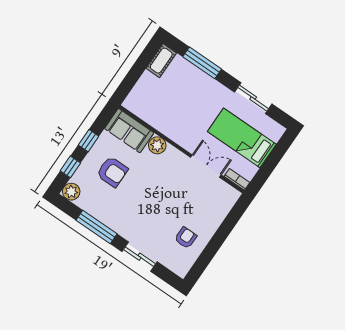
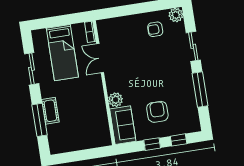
cot: (161, 61) -> (50, 111), moved, turned 90
plant: (71, 192) -> (176, 15), moved

